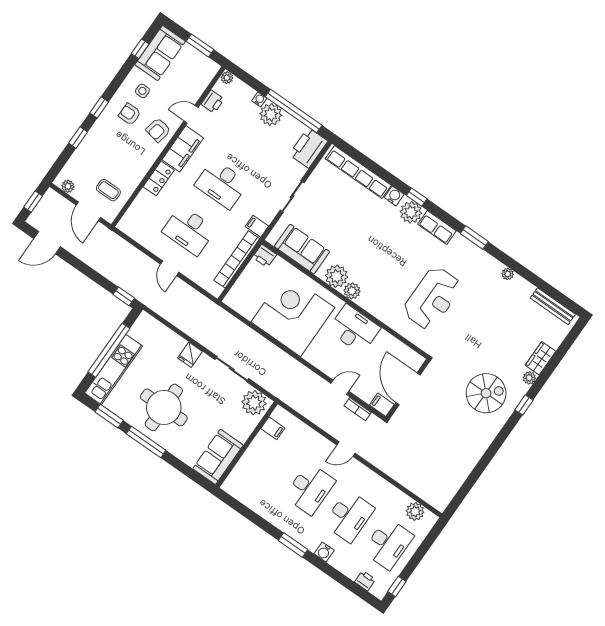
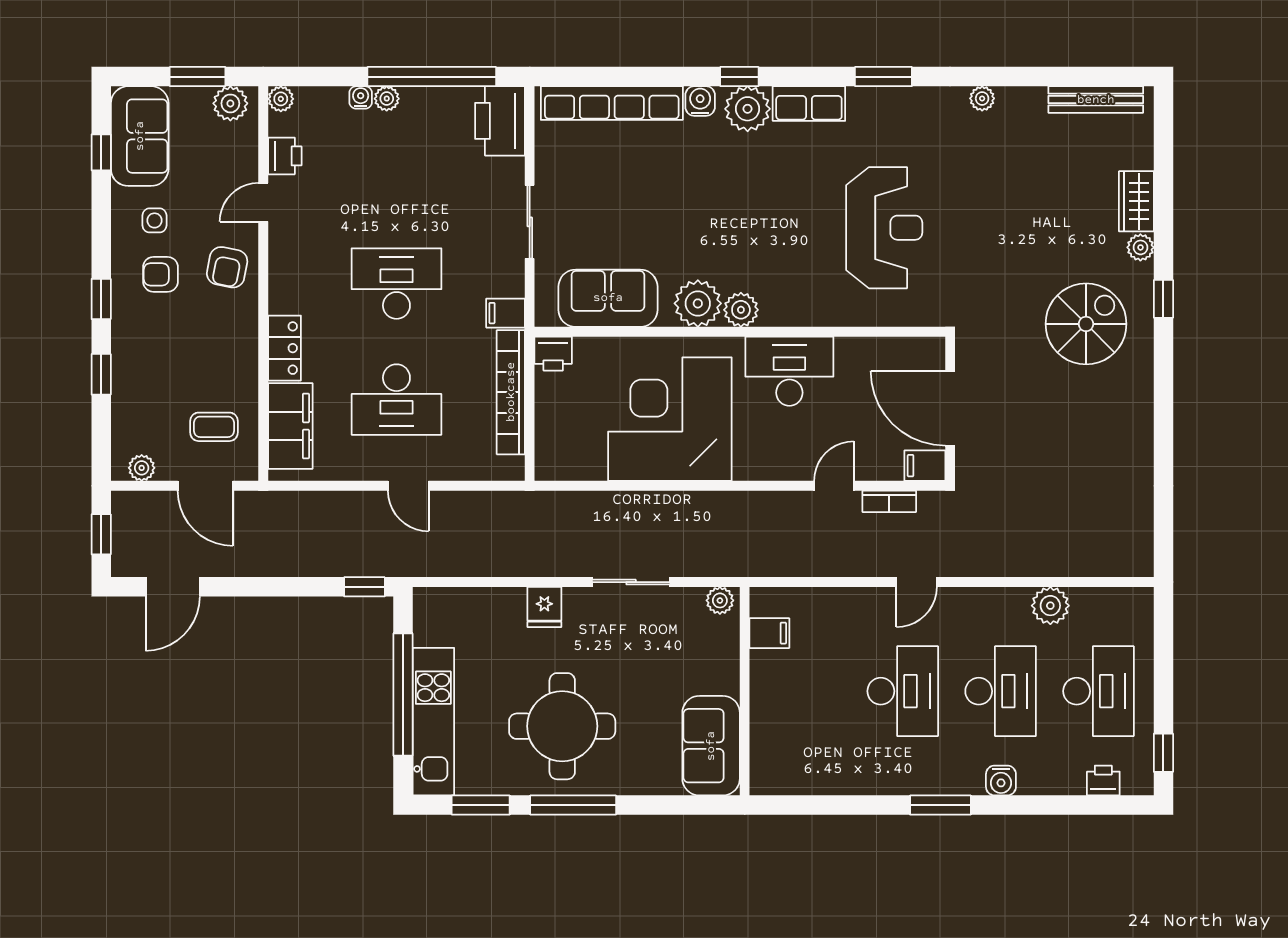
plant: (206, 65) -> (230, 103), added
plant: (271, 115) -> (387, 99), width x0.53, depth x0.53
filing cabinet: (183, 149) -> (290, 426), moved
desk: (222, 184) -> (396, 284), turned 180
plant: (254, 403) -> (720, 600), width x0.53, depth x0.53
plant: (415, 511) -> (1050, 606), moved

